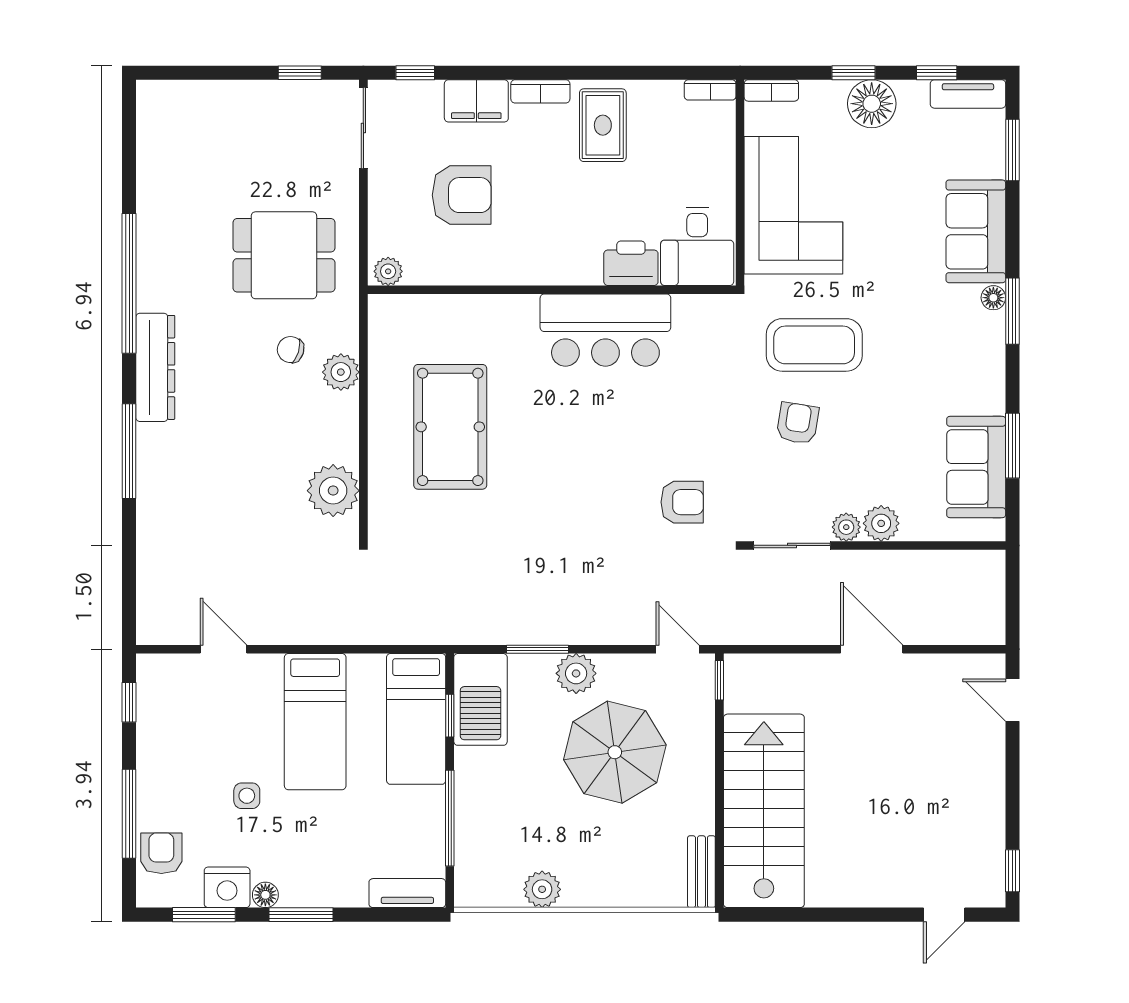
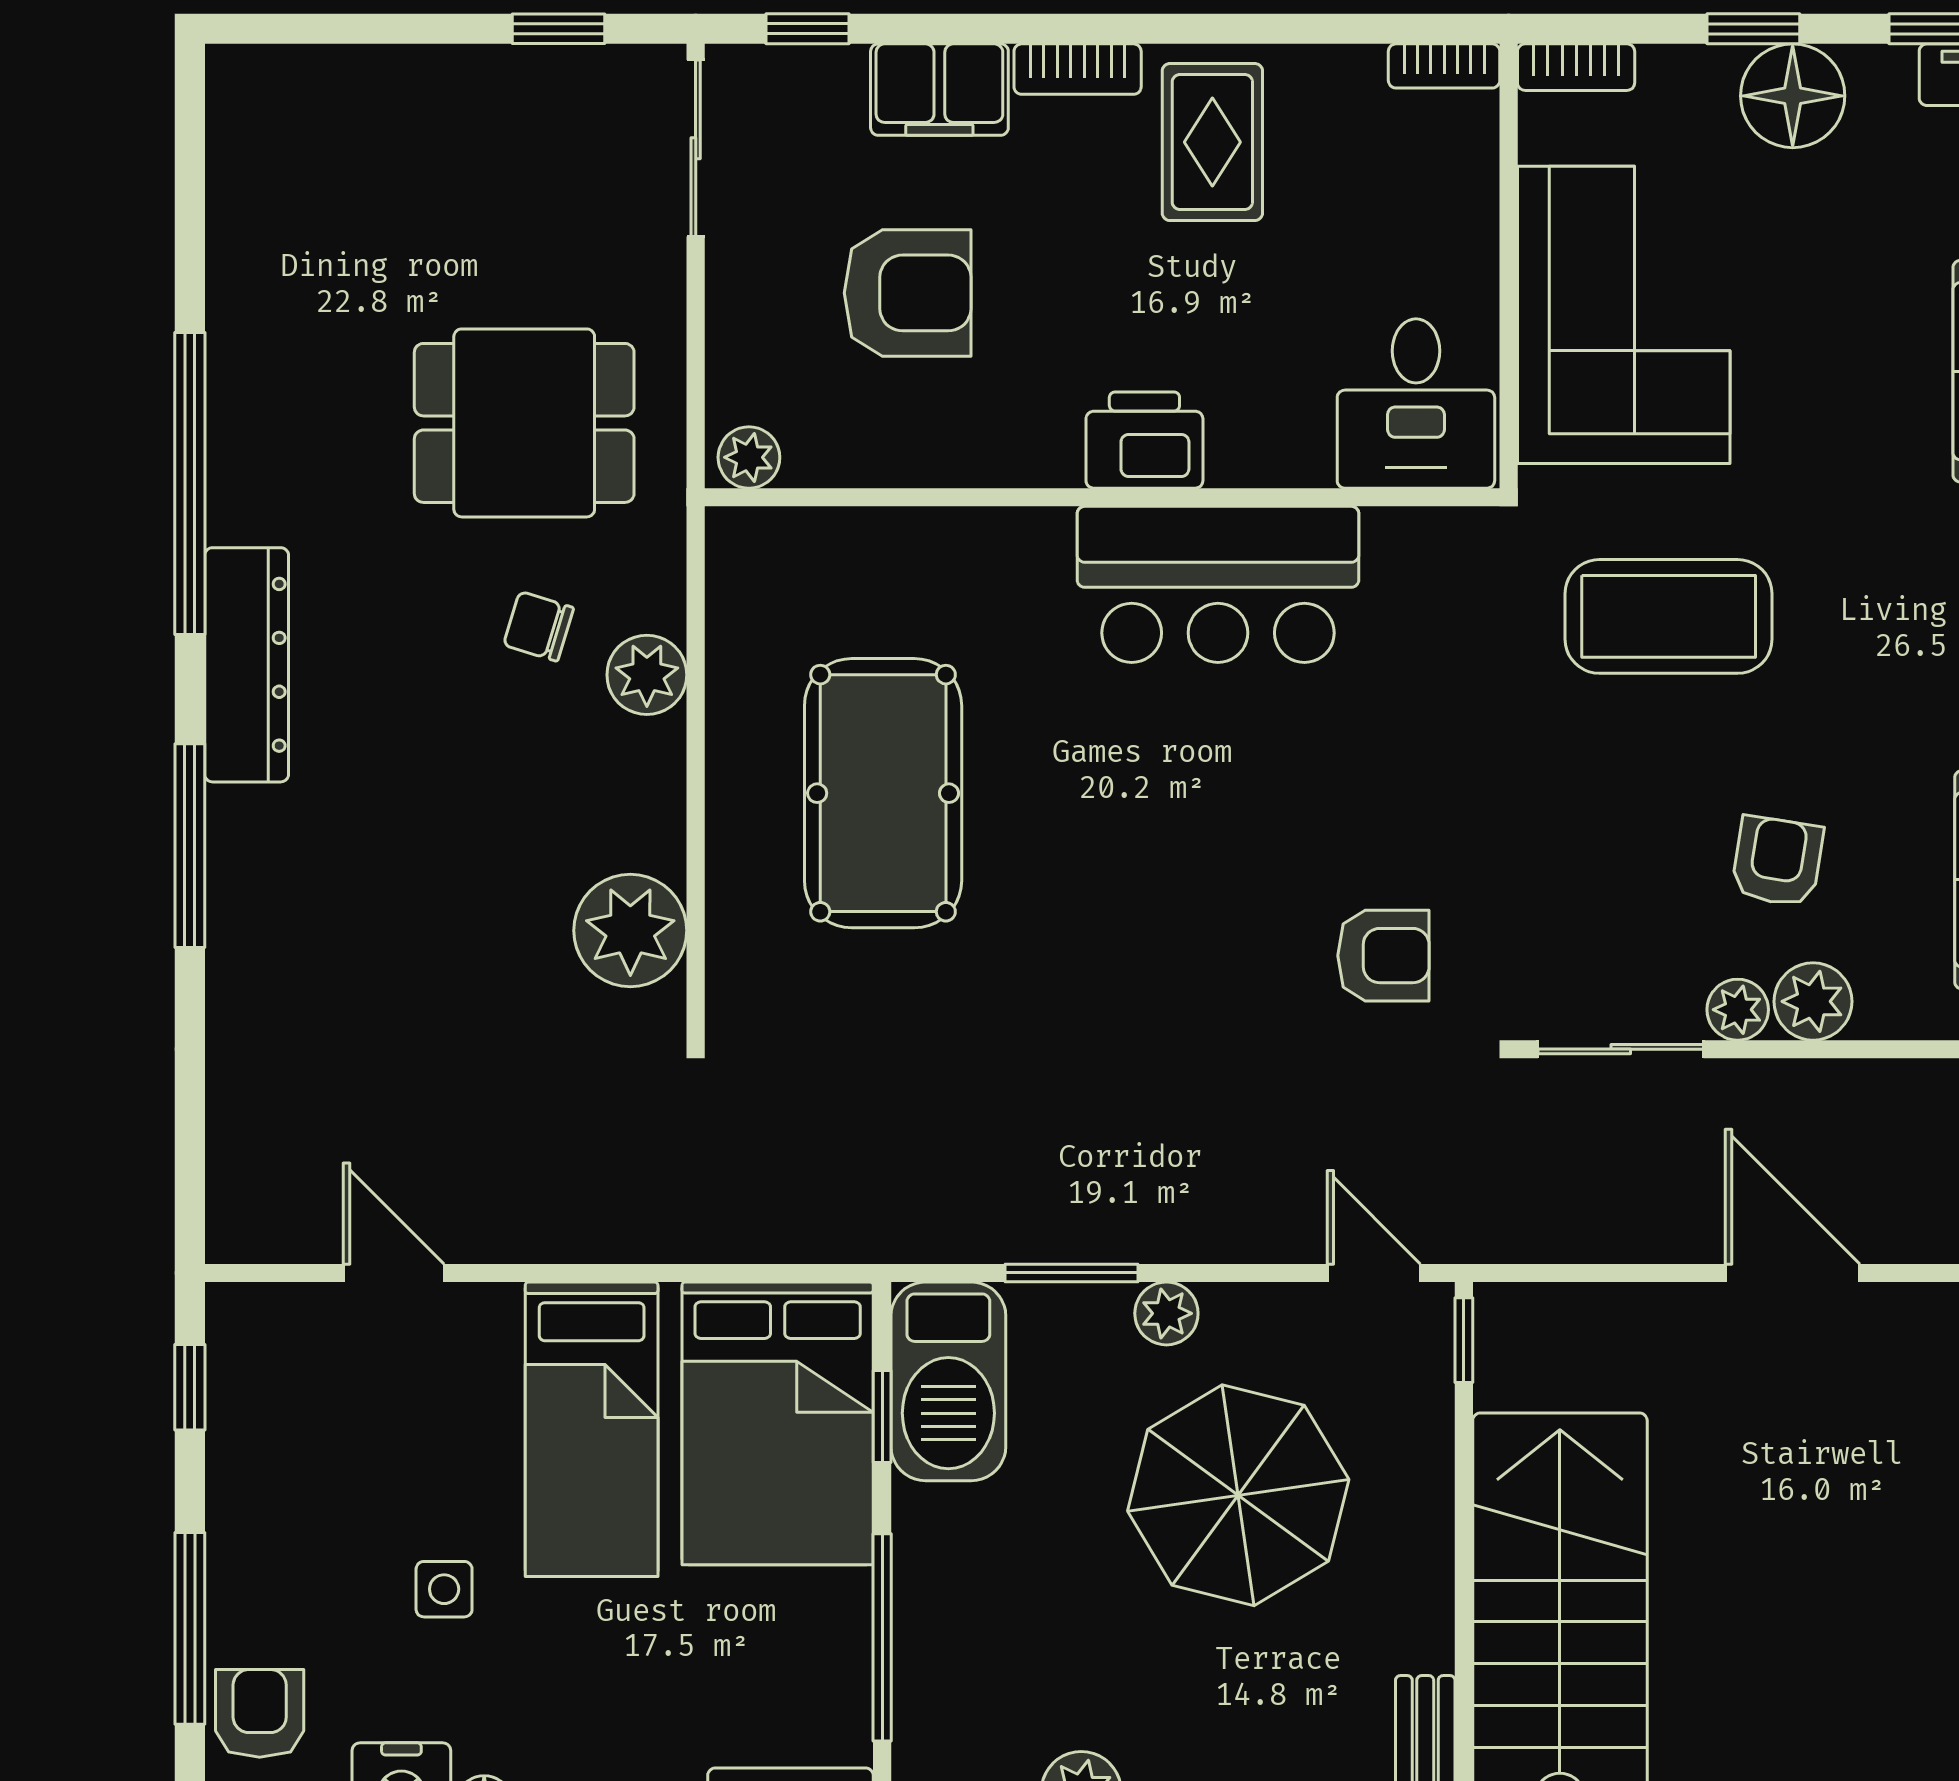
printer: (631, 263) -> (1144, 440), moved
armchair: (798, 423) -> (1777, 861), moved
plant: (576, 673) -> (1166, 1313), width x0.73, depth x0.73
bed: (416, 719) -> (778, 1423), width x1.50

